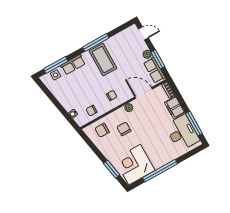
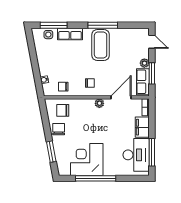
door: (144, 93) -> (121, 97), hinge flipped
chair: (124, 129) -> (59, 129), moved
corner desk: (135, 165) -> (87, 159), moved

